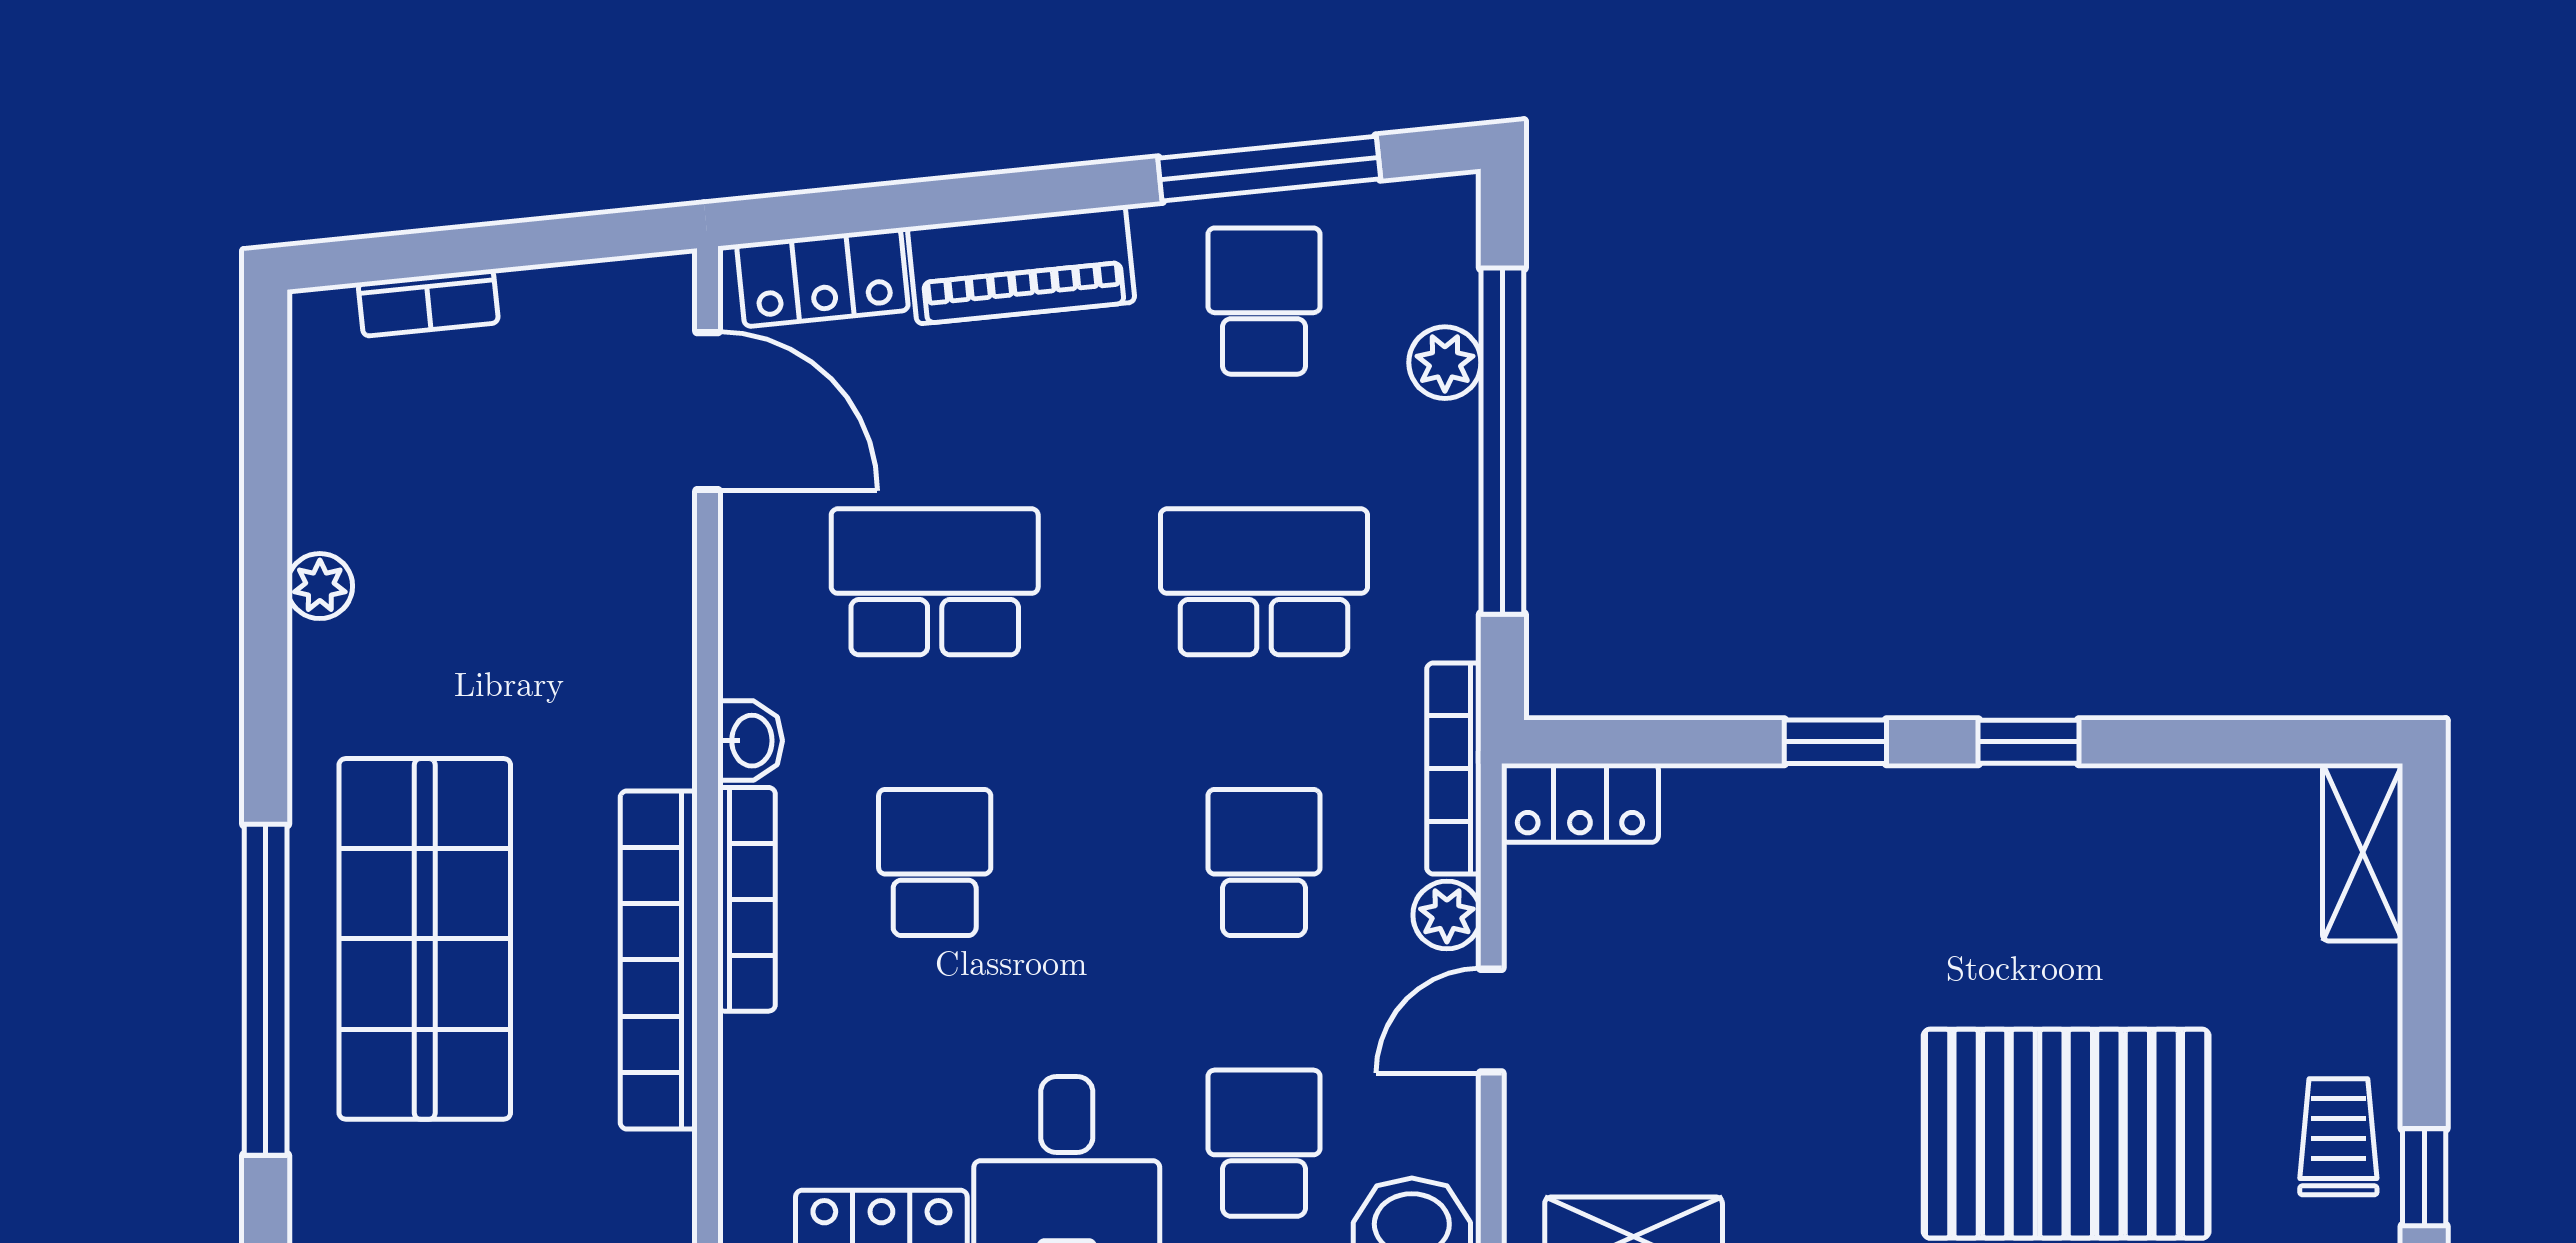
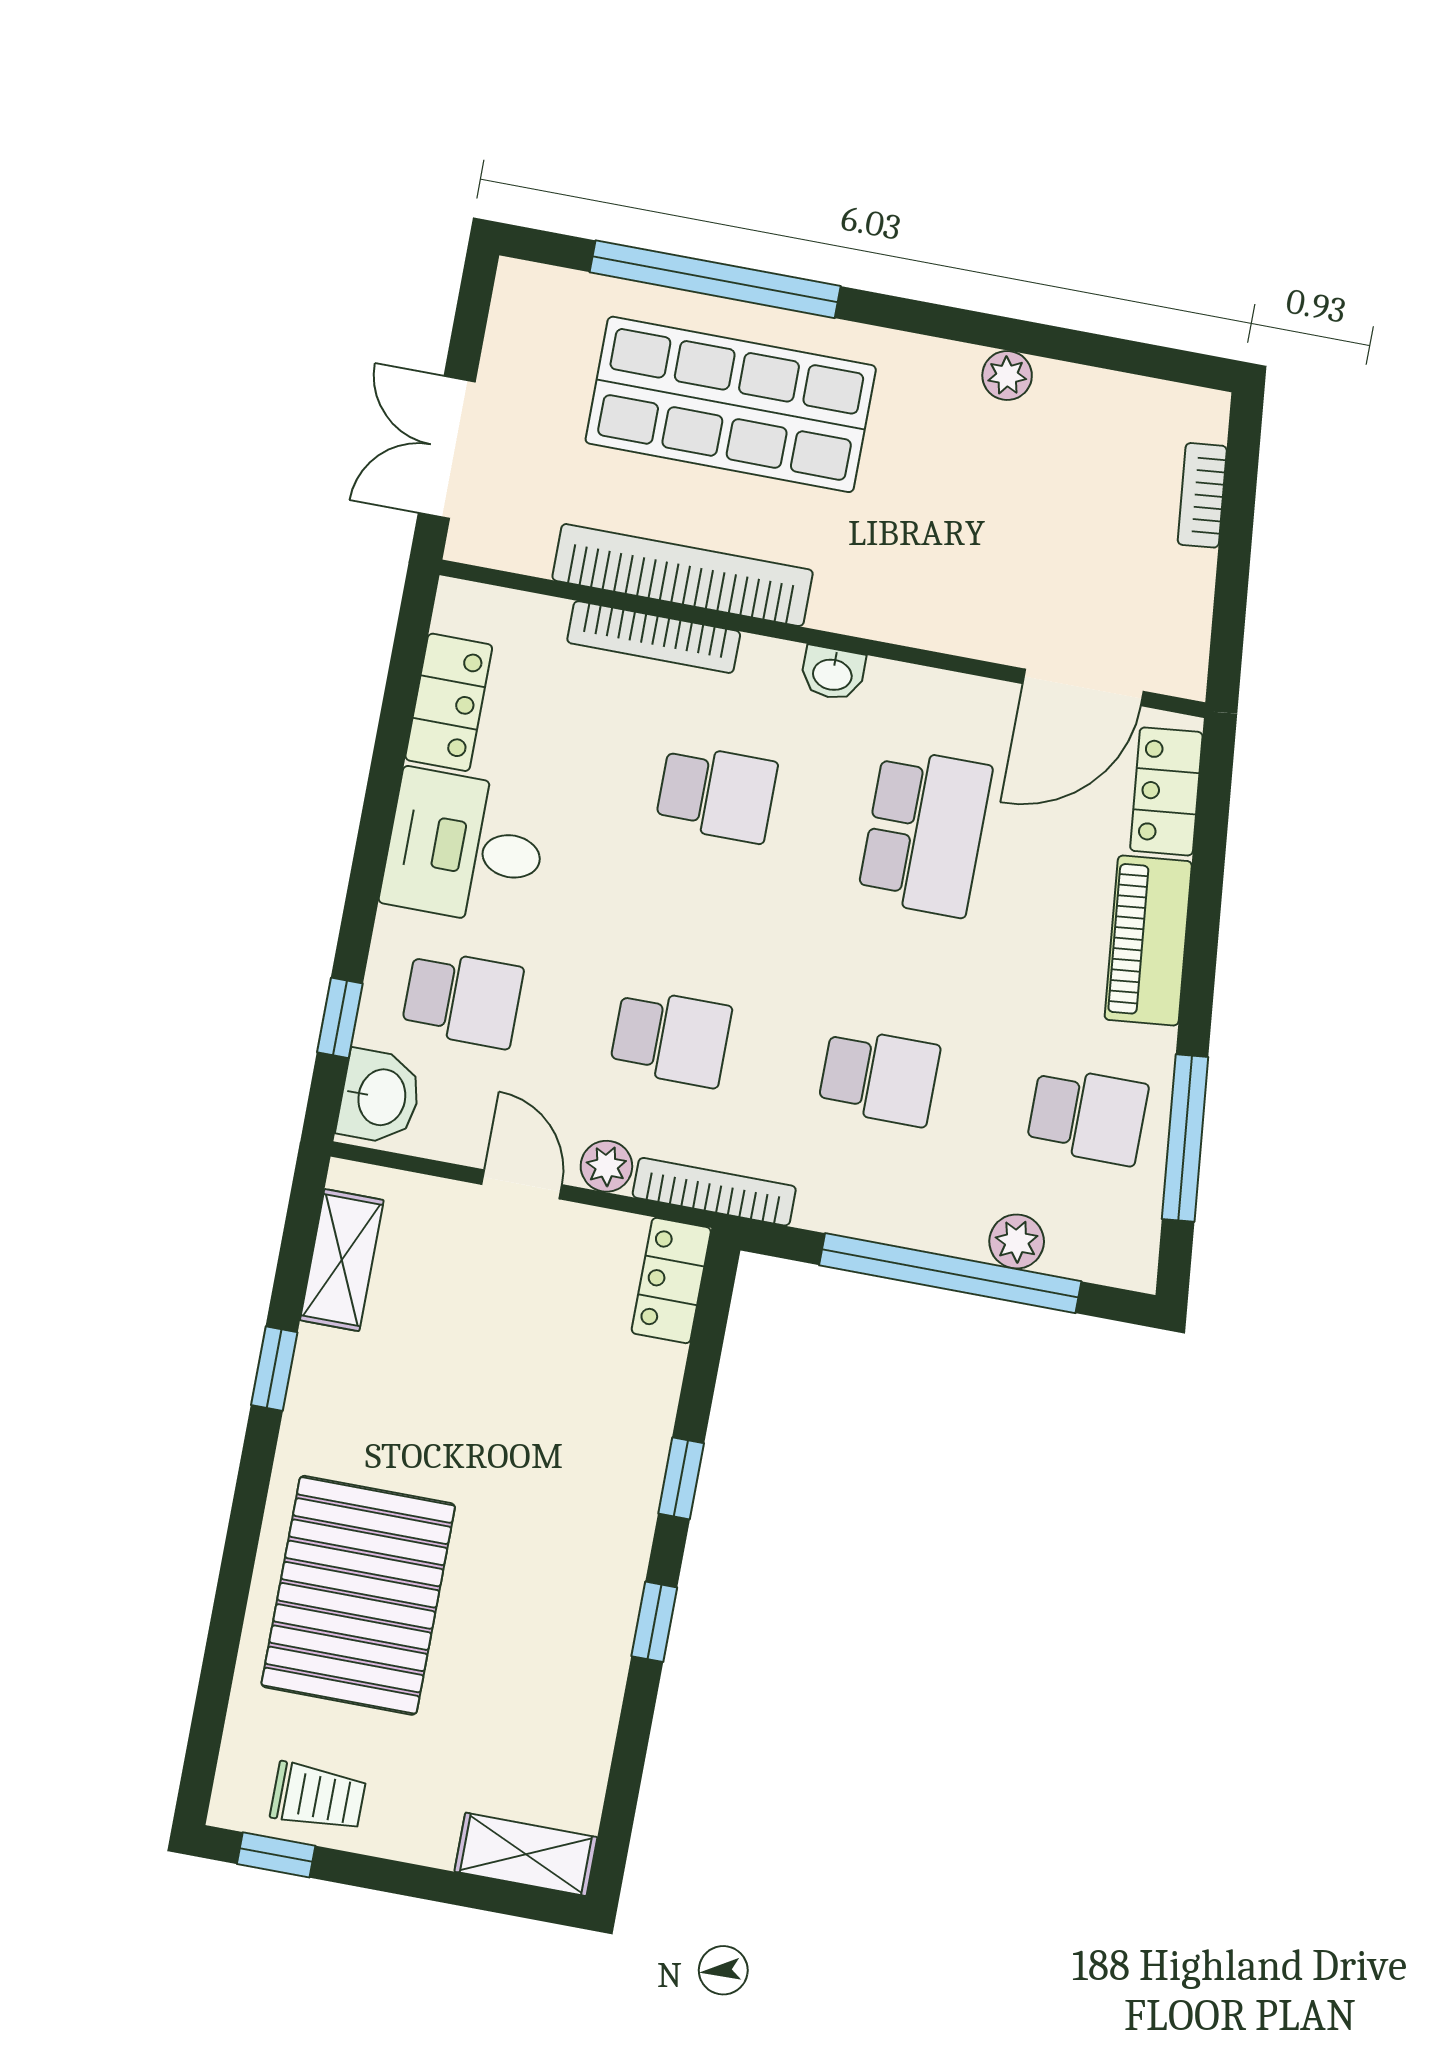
school desk: (1264, 582) -> (879, 1077), width x0.54
bookcase: (746, 899) -> (654, 637), moved

